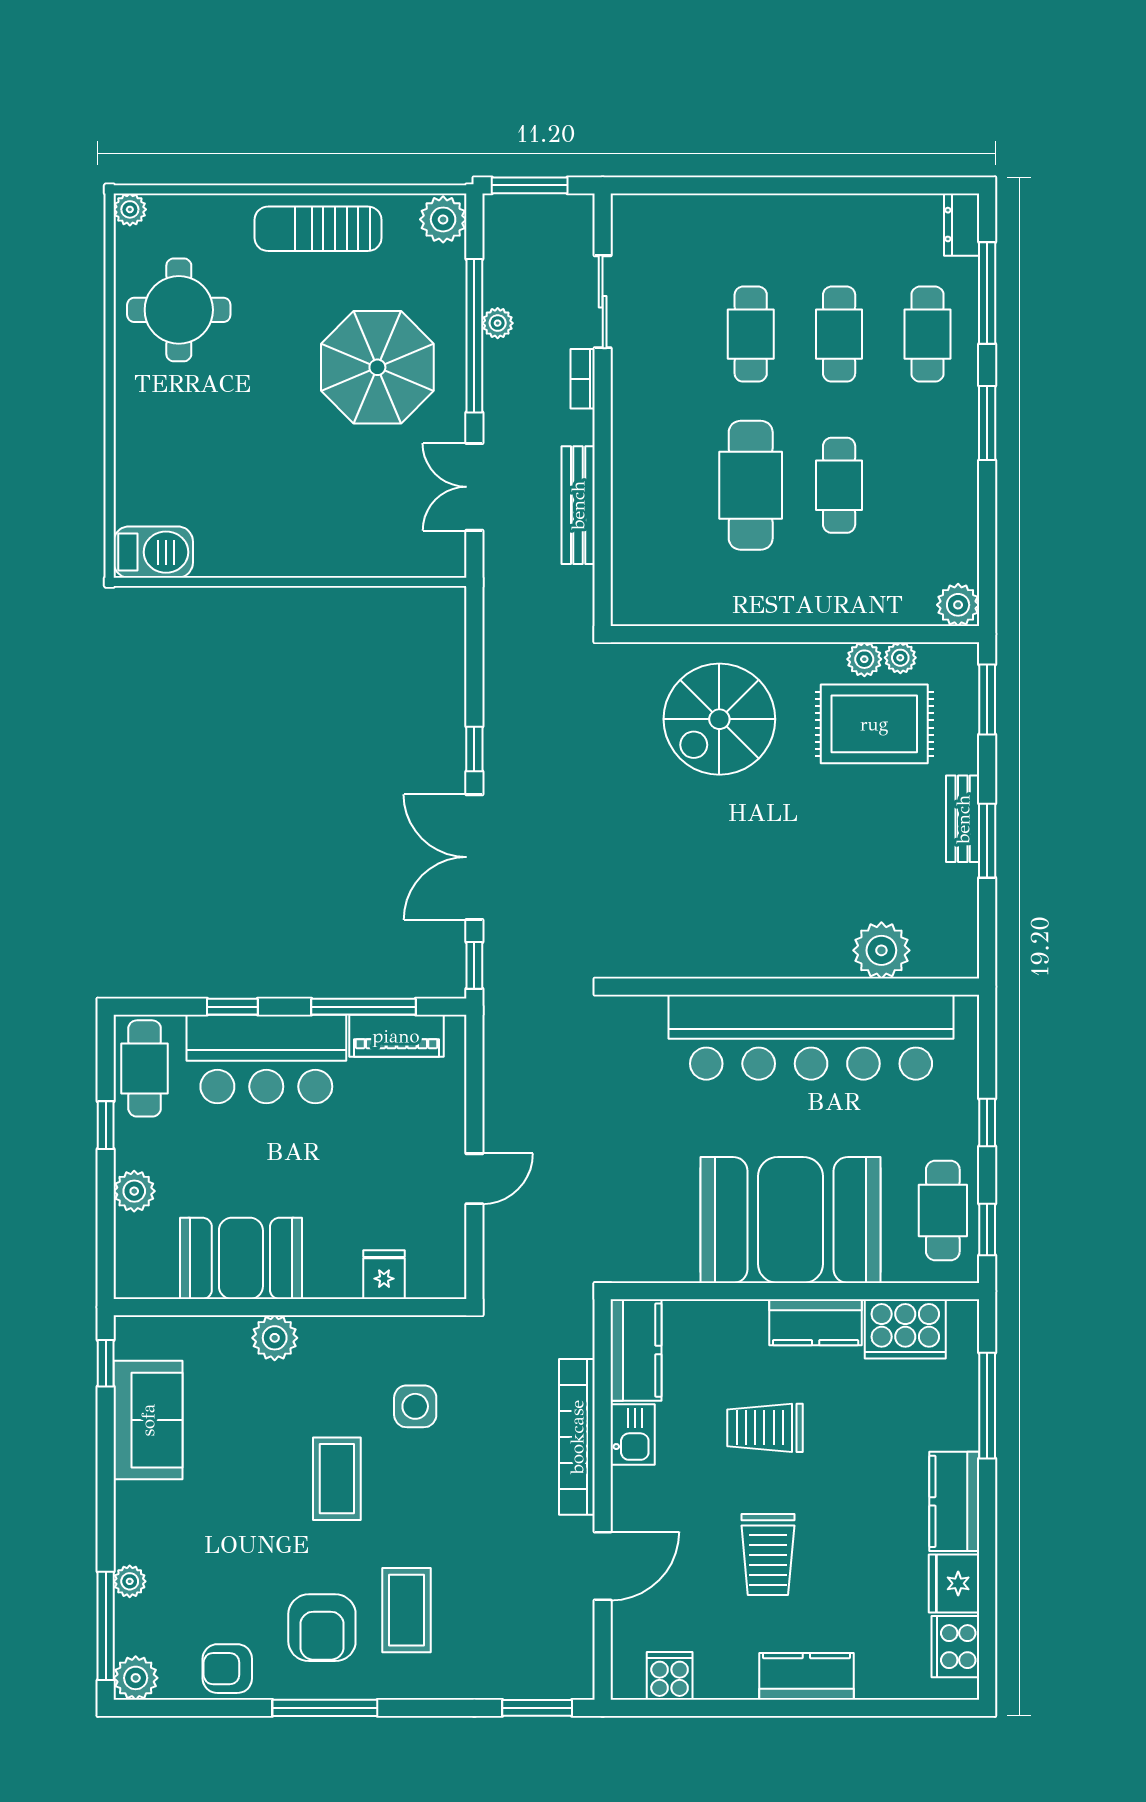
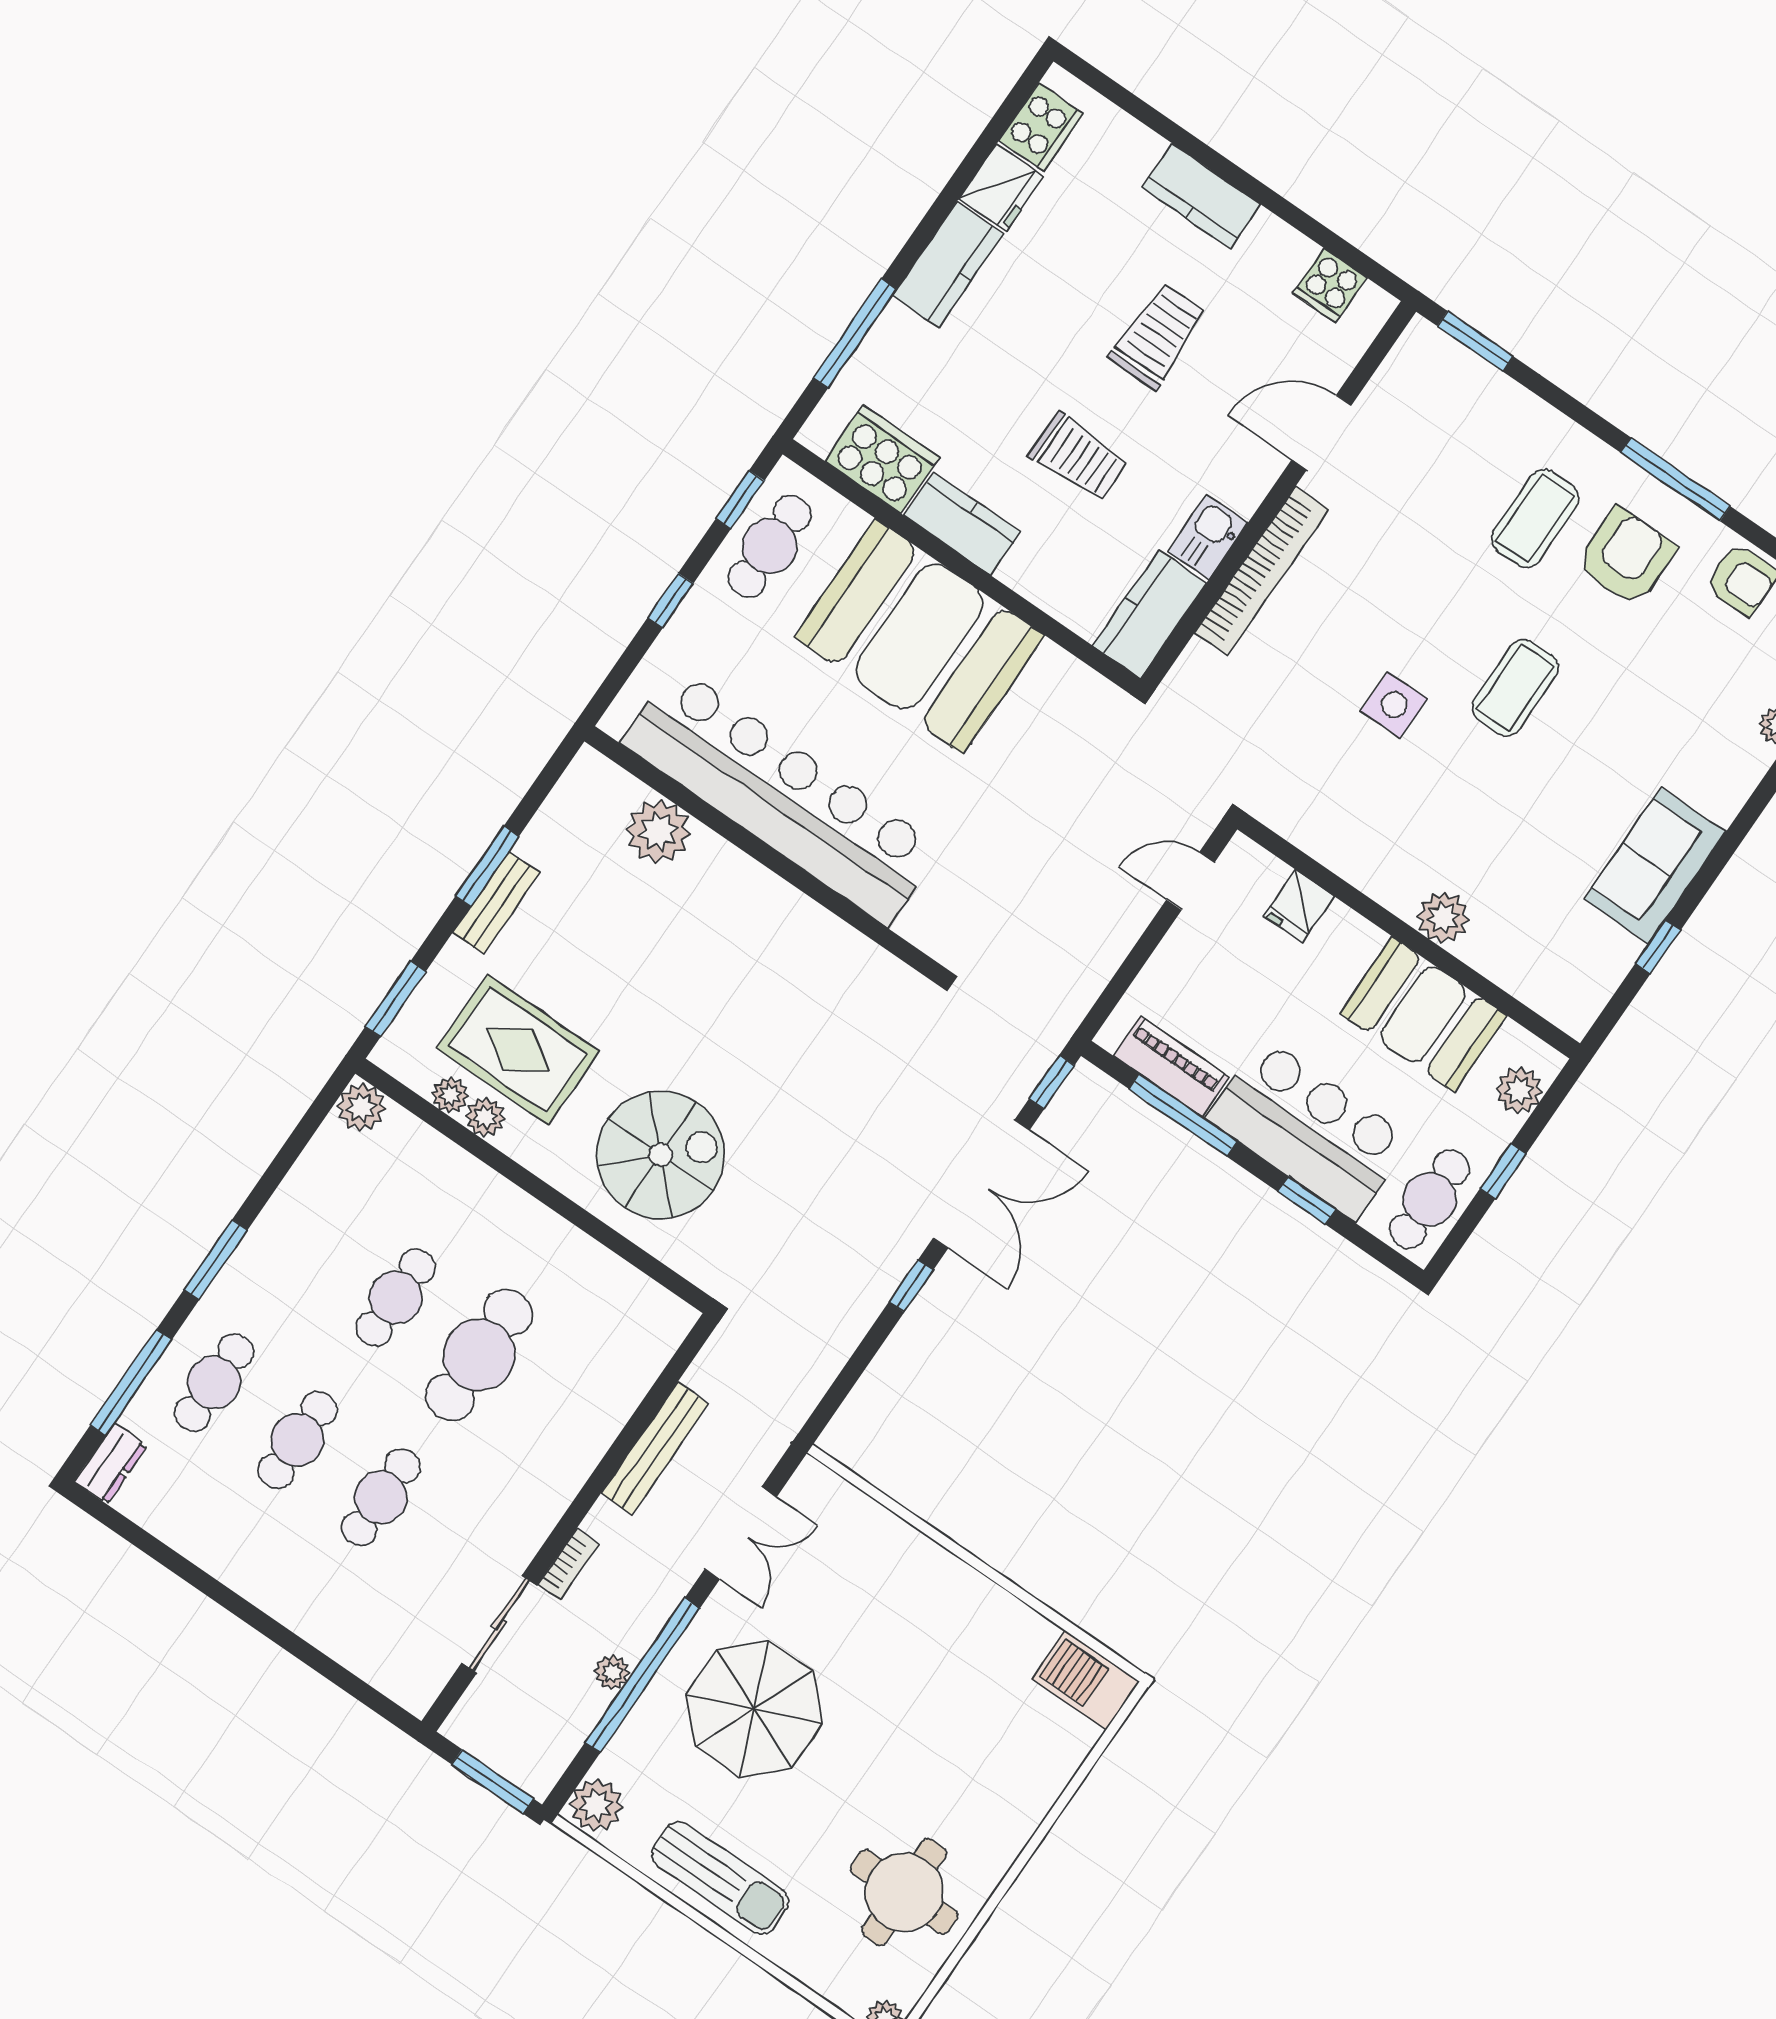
booth: (241, 1258) -> (1423, 1014), moved
fridge: (384, 1275) -> (1299, 906), moved
wall: (290, 1307) -> (1409, 936), moved
plant: (275, 1338) -> (1443, 917), moved

